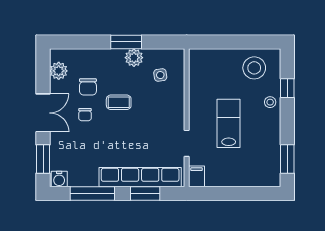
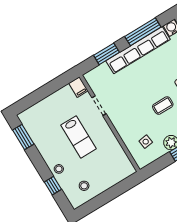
stool: (254, 68) -> (84, 186), width x0.53, depth x0.53
row of seats: (140, 177) -> (138, 50), moved

